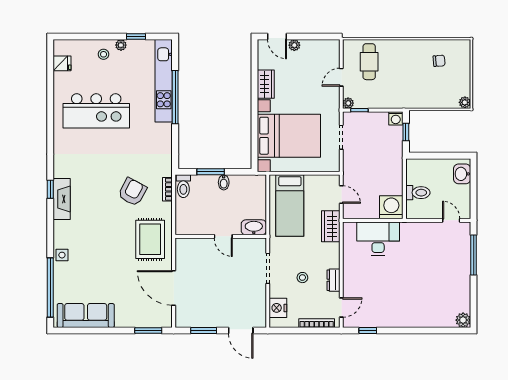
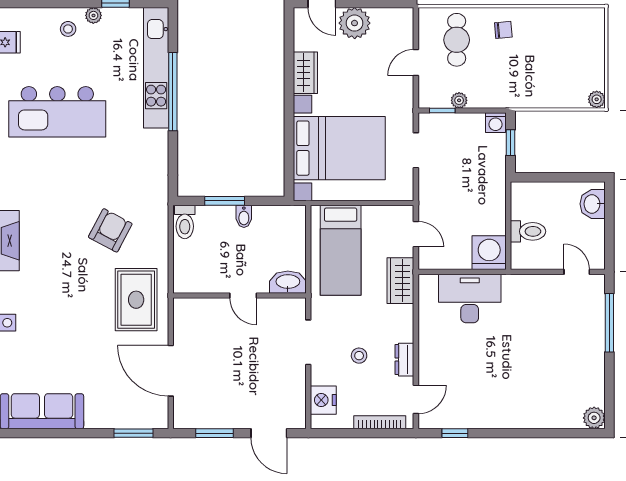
plant: (294, 45) -> (355, 23), width x1.88, depth x1.88
chair: (439, 61) -> (503, 30), moved
plant: (348, 103) -> (459, 100), moved
bookcase: (167, 189) -> (162, 226), removed

